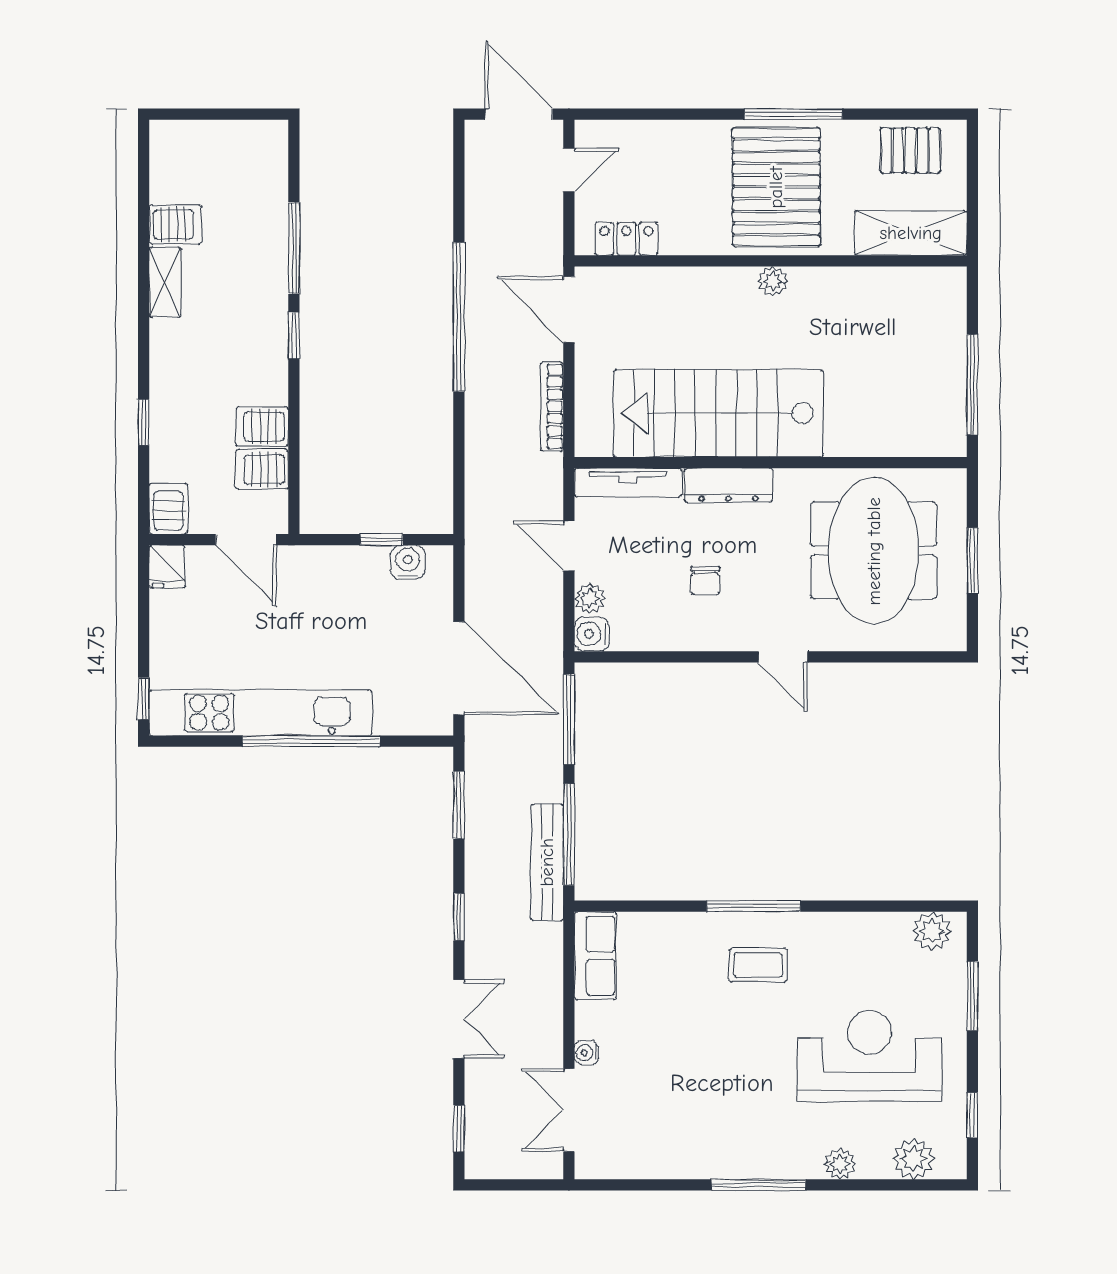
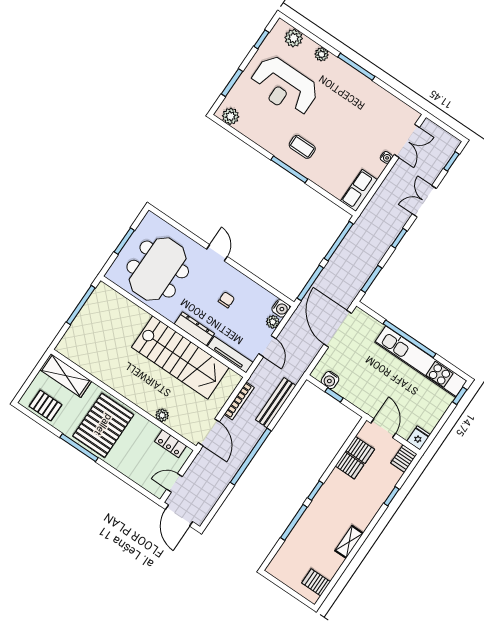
server rack: (175, 224) -> (316, 582), moved
plant: (773, 281) -> (162, 415), moved
bench: (547, 862) -> (276, 403), moved

